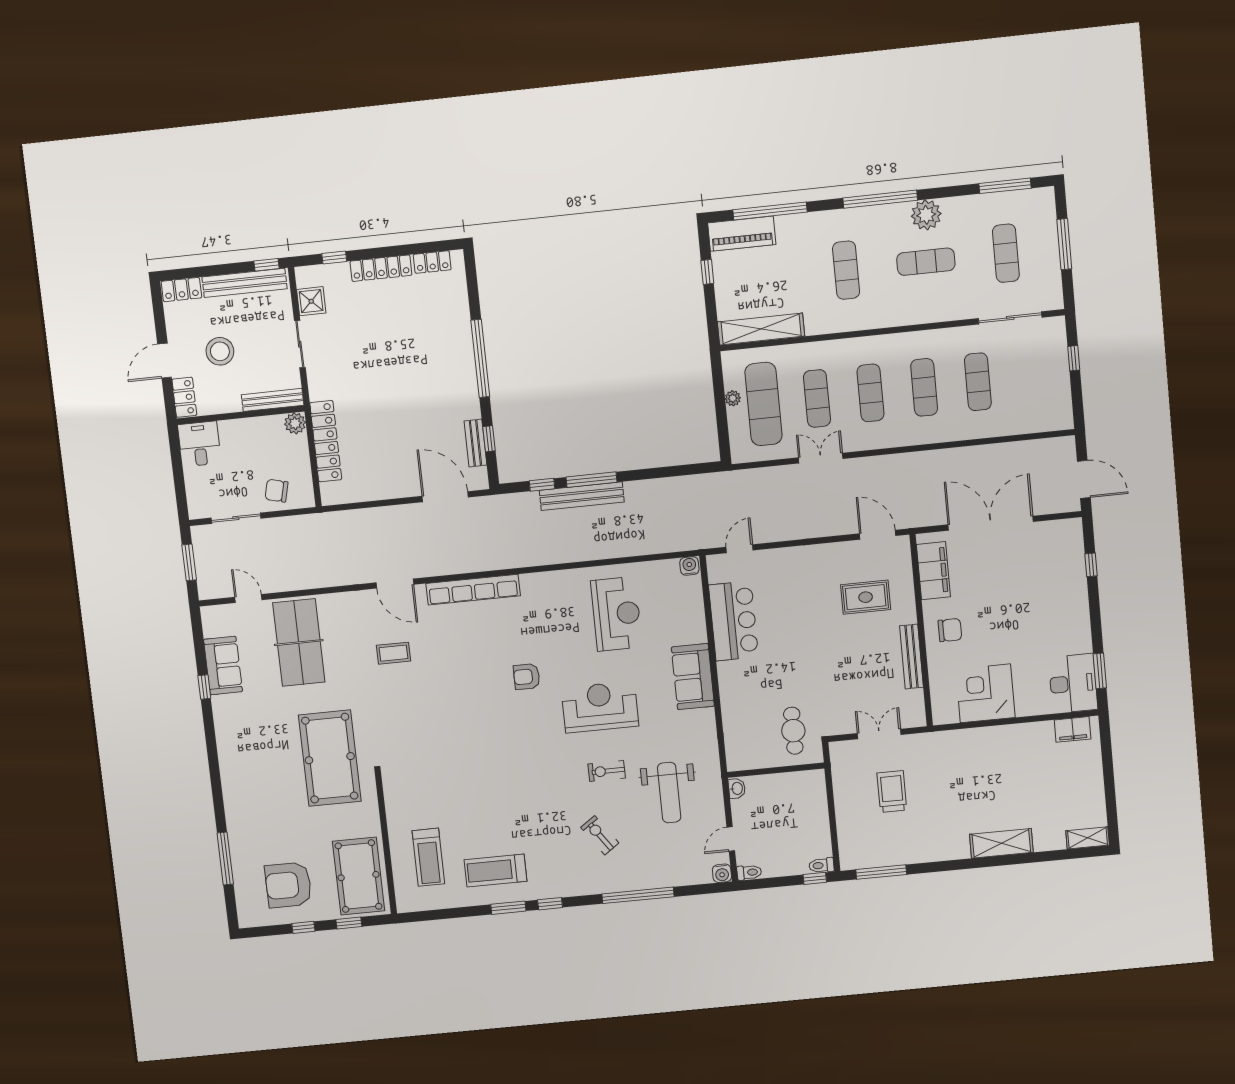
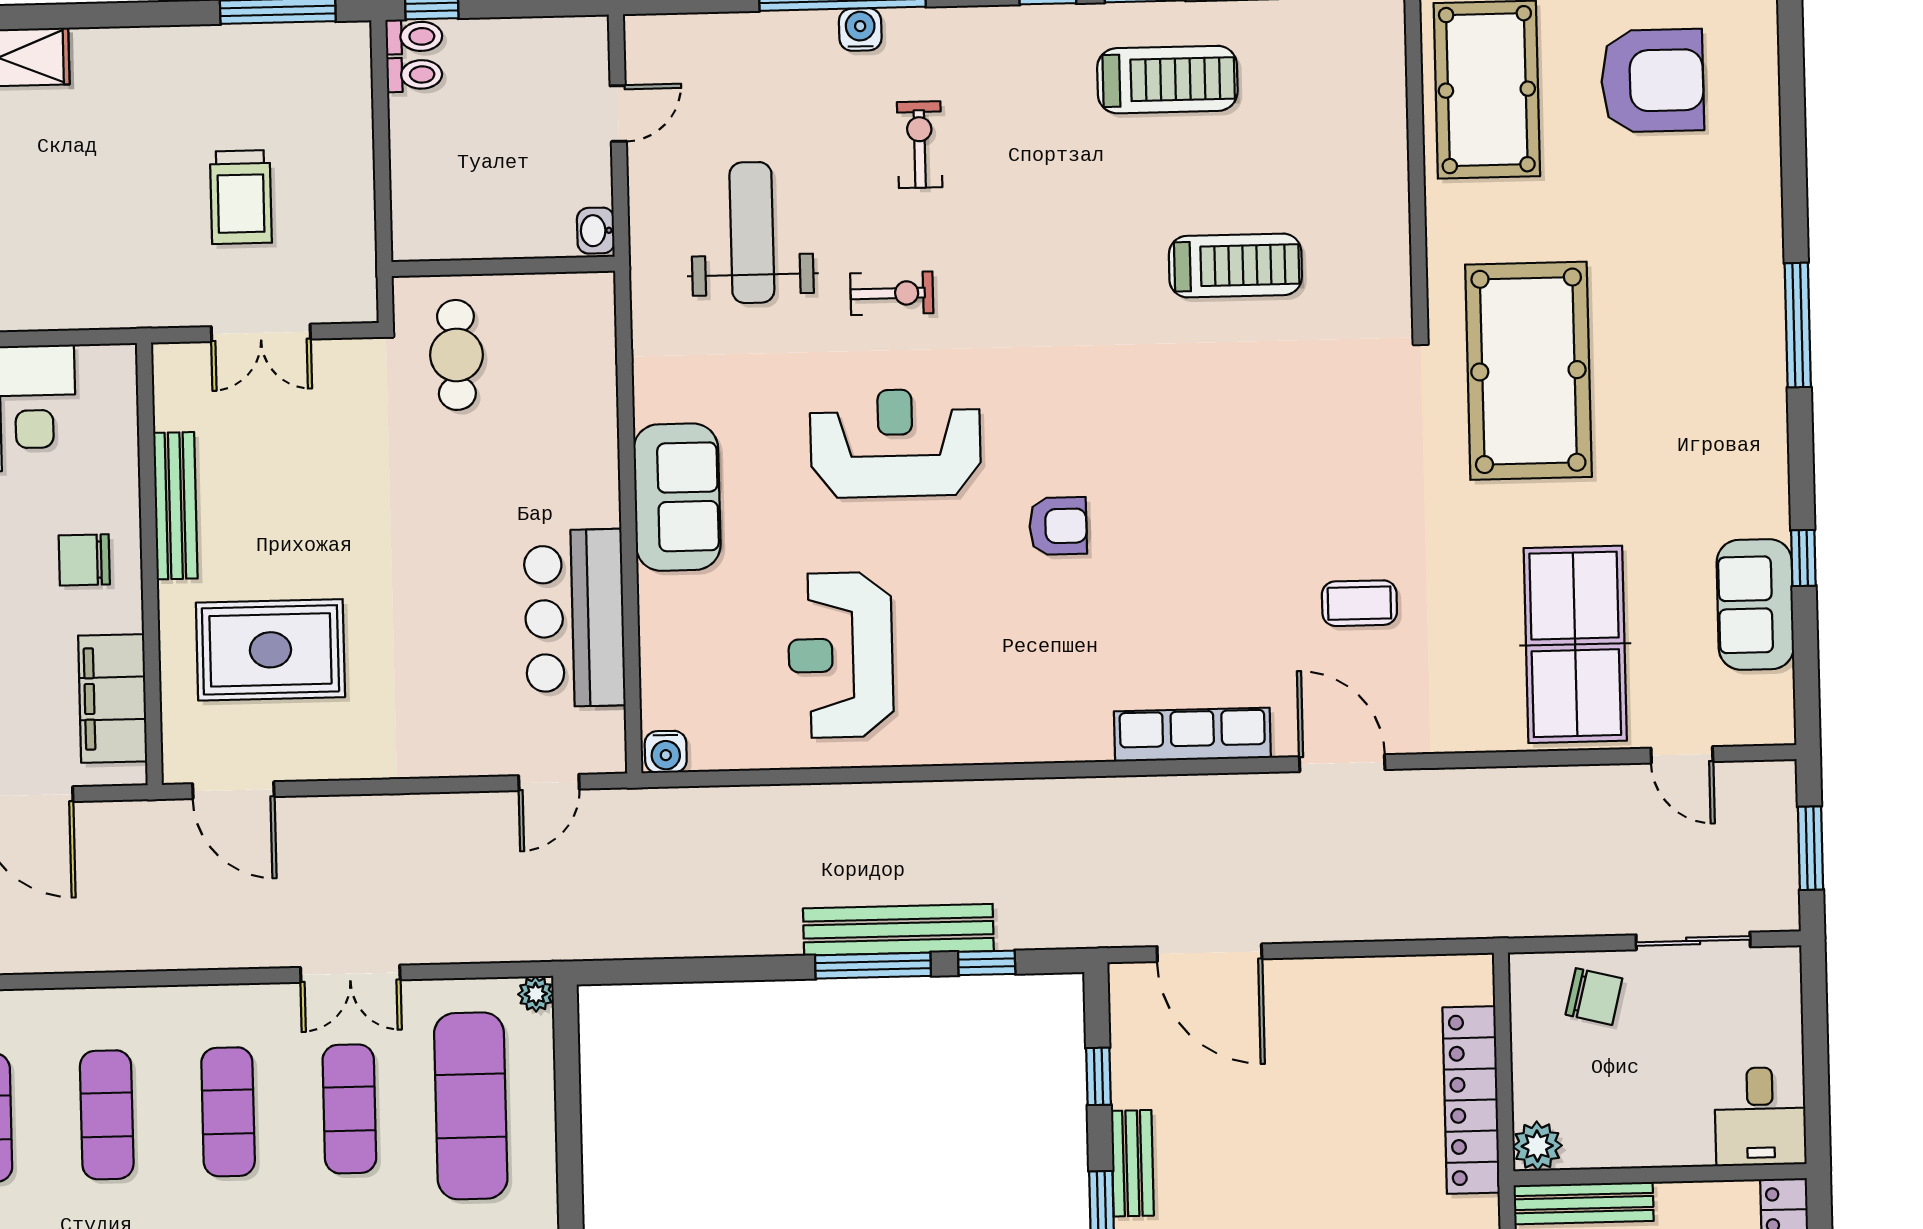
plant: (733, 398) -> (536, 994), moved
bench: (475, 443) -> (1132, 1163), moved
row of seats: (473, 590) -> (1192, 735), width x0.73
rug: (866, 597) -> (270, 650), width x1.36, depth x1.43
reception desk: (600, 707) -> (895, 443), turned 180
exercise bike: (600, 835) -> (920, 145), turned -145
treadmill: (428, 857) -> (1235, 266), moved, turned 90
window: (225, 859) -> (1798, 325), moved
toilet: (749, 872) -> (414, 75), moved, turned 180
water cooler: (722, 873) -> (860, 29), moved

